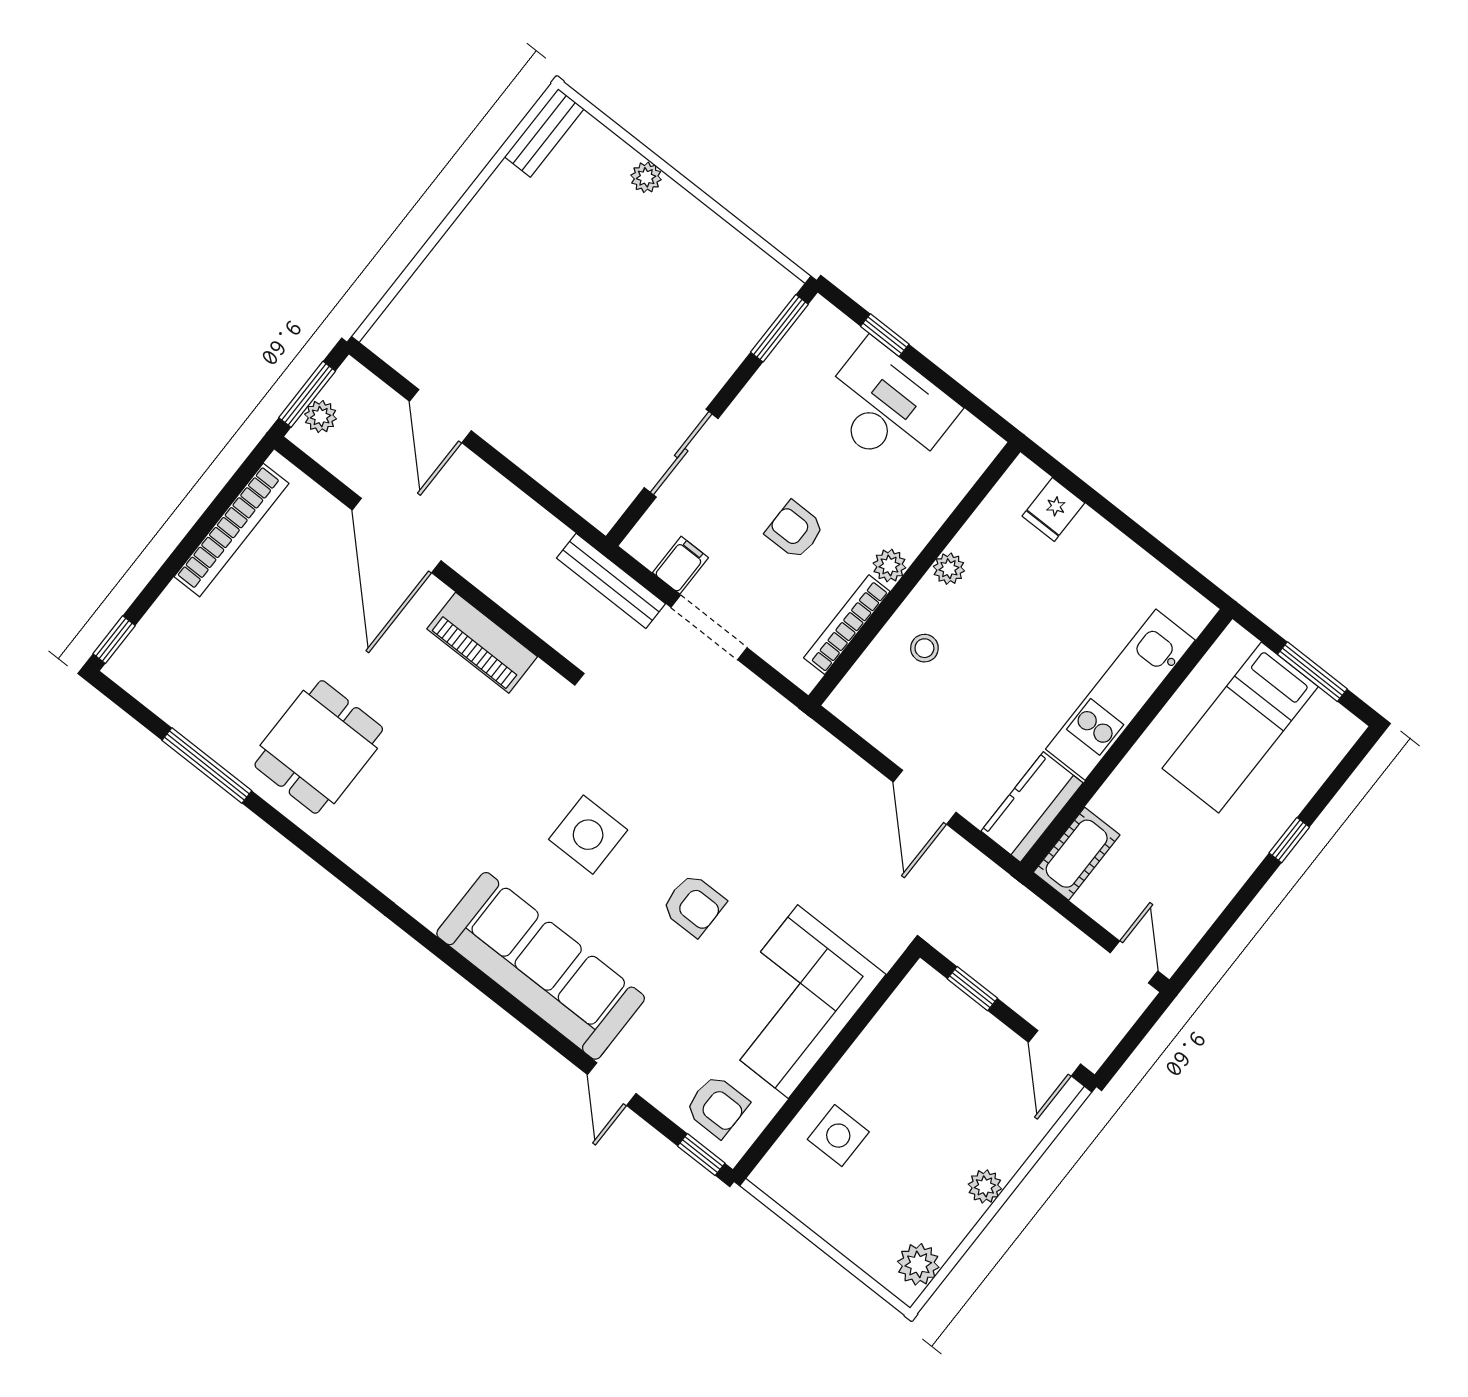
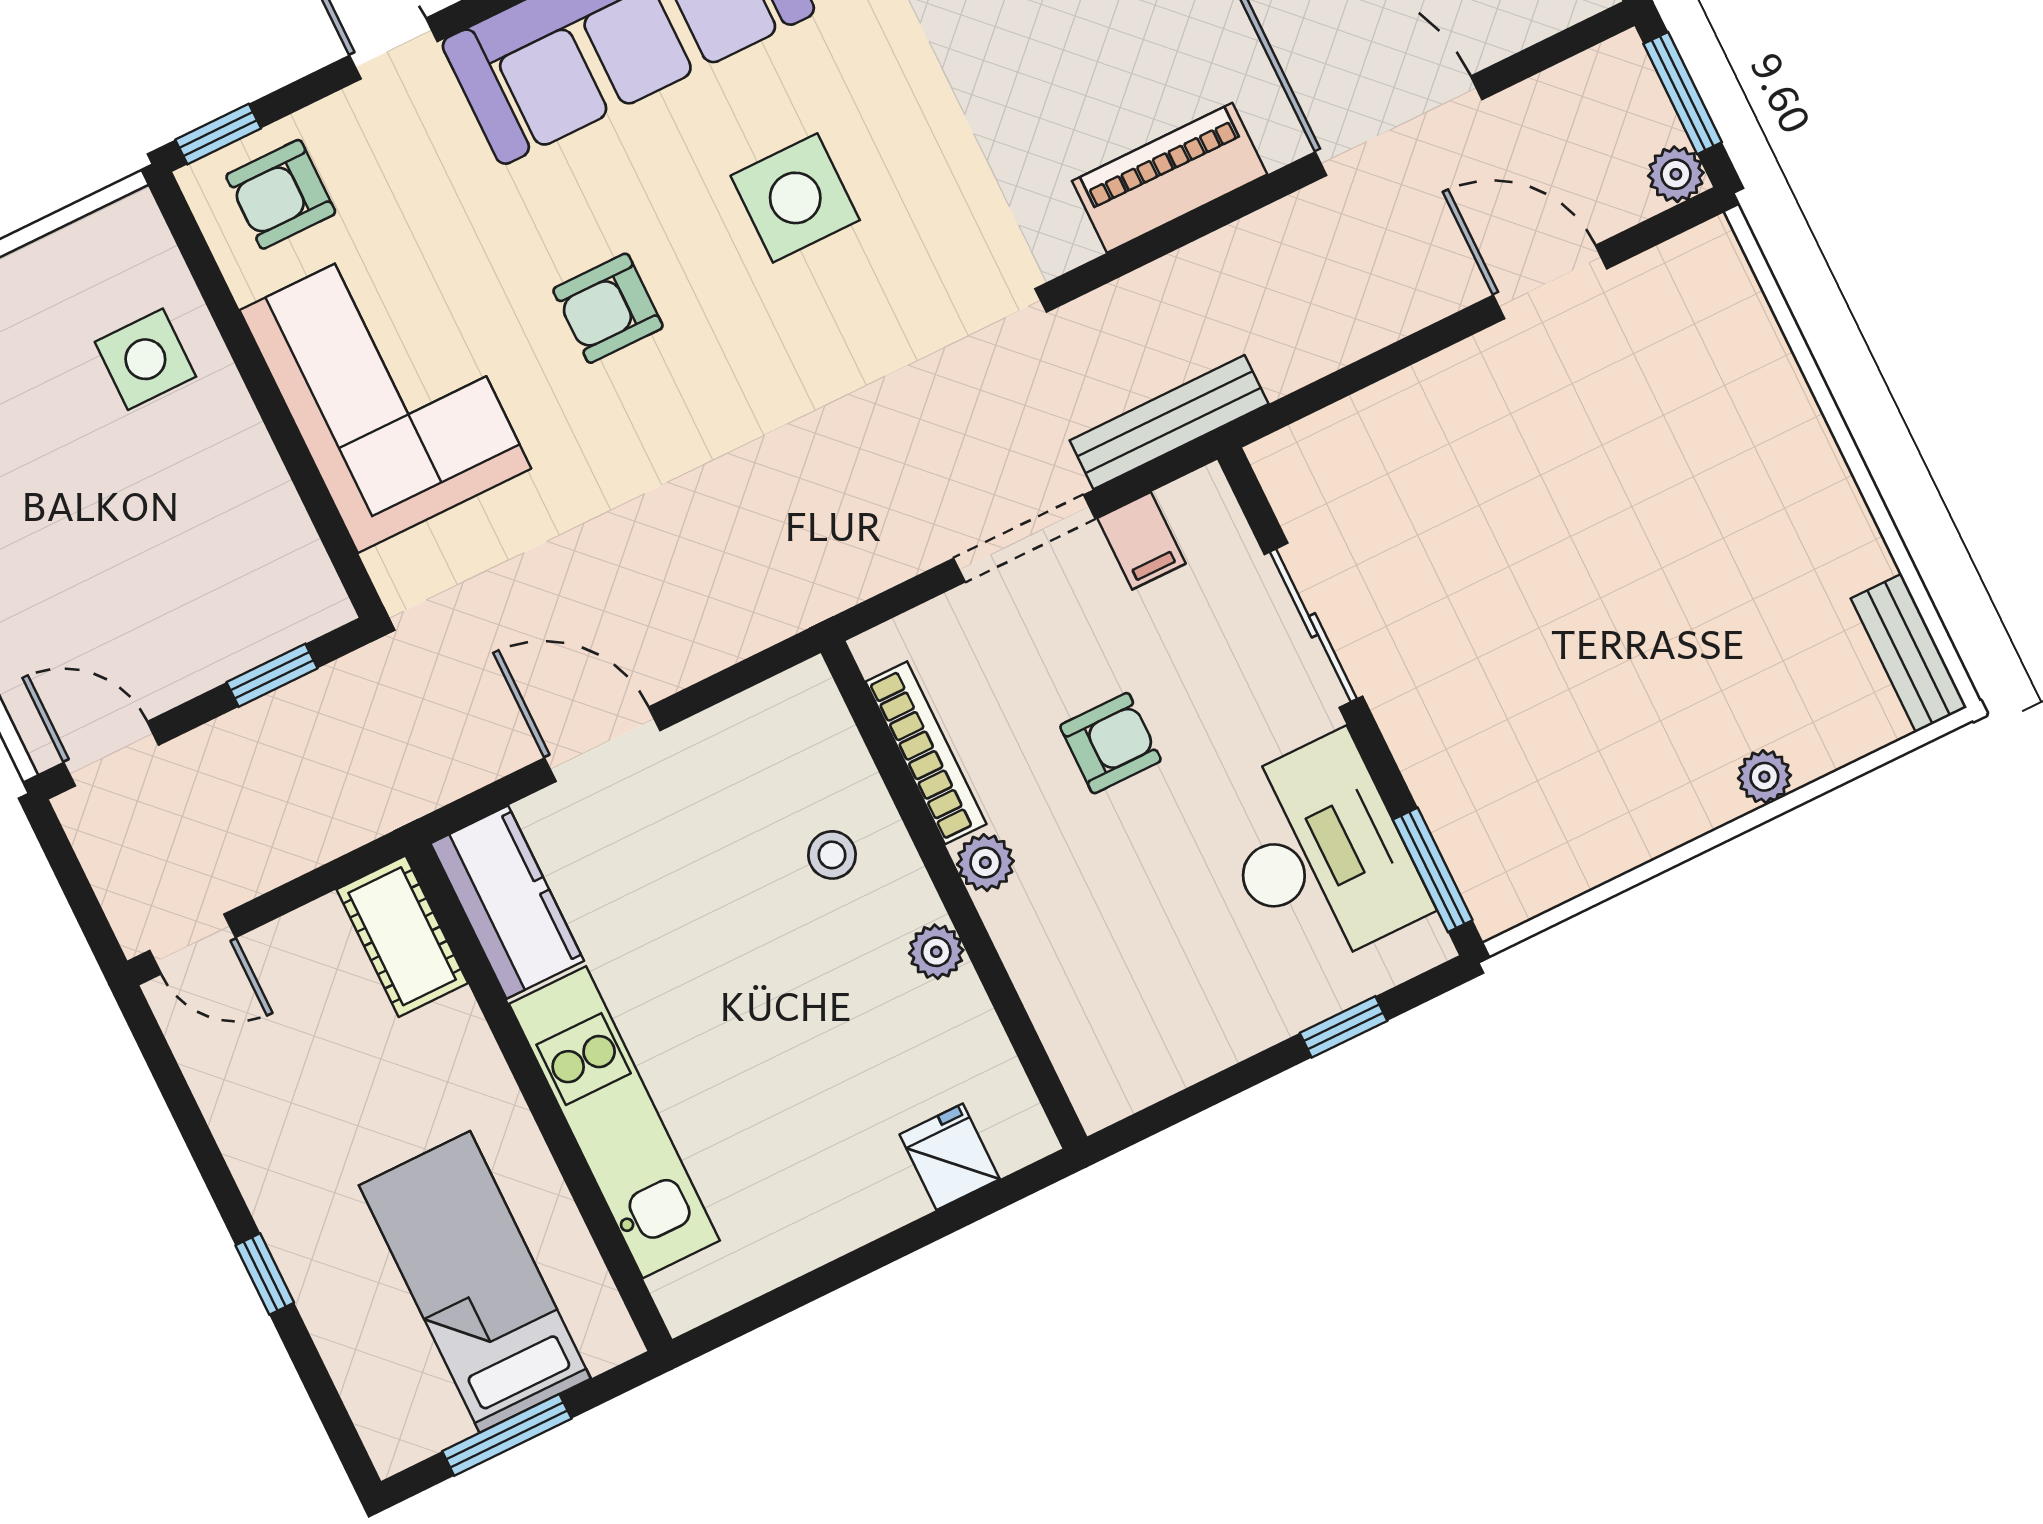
desk: (887, 408) -> (1319, 853), moved, turned -90
plant: (321, 417) -> (1676, 174), moved

